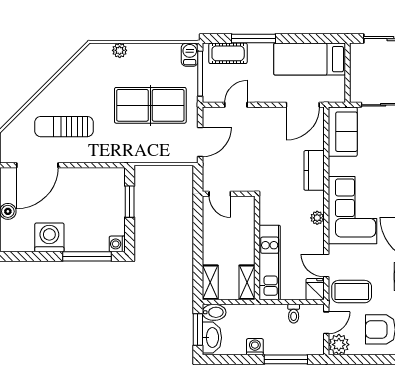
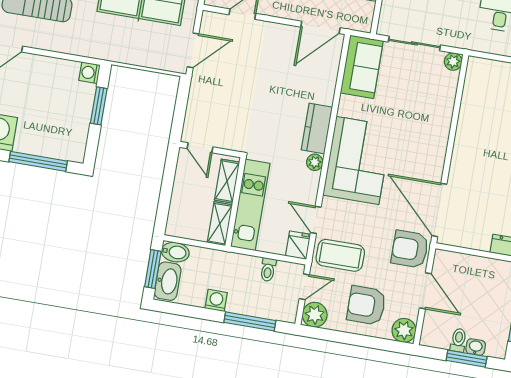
kitchen counter: (314, 170) -> (317, 128), moved
door: (220, 194) -> (200, 148), moved
wall: (229, 194) -> (210, 150), moved
washing machine: (117, 244) -> (90, 73), moved
shelving: (210, 282) -> (227, 181), moved

